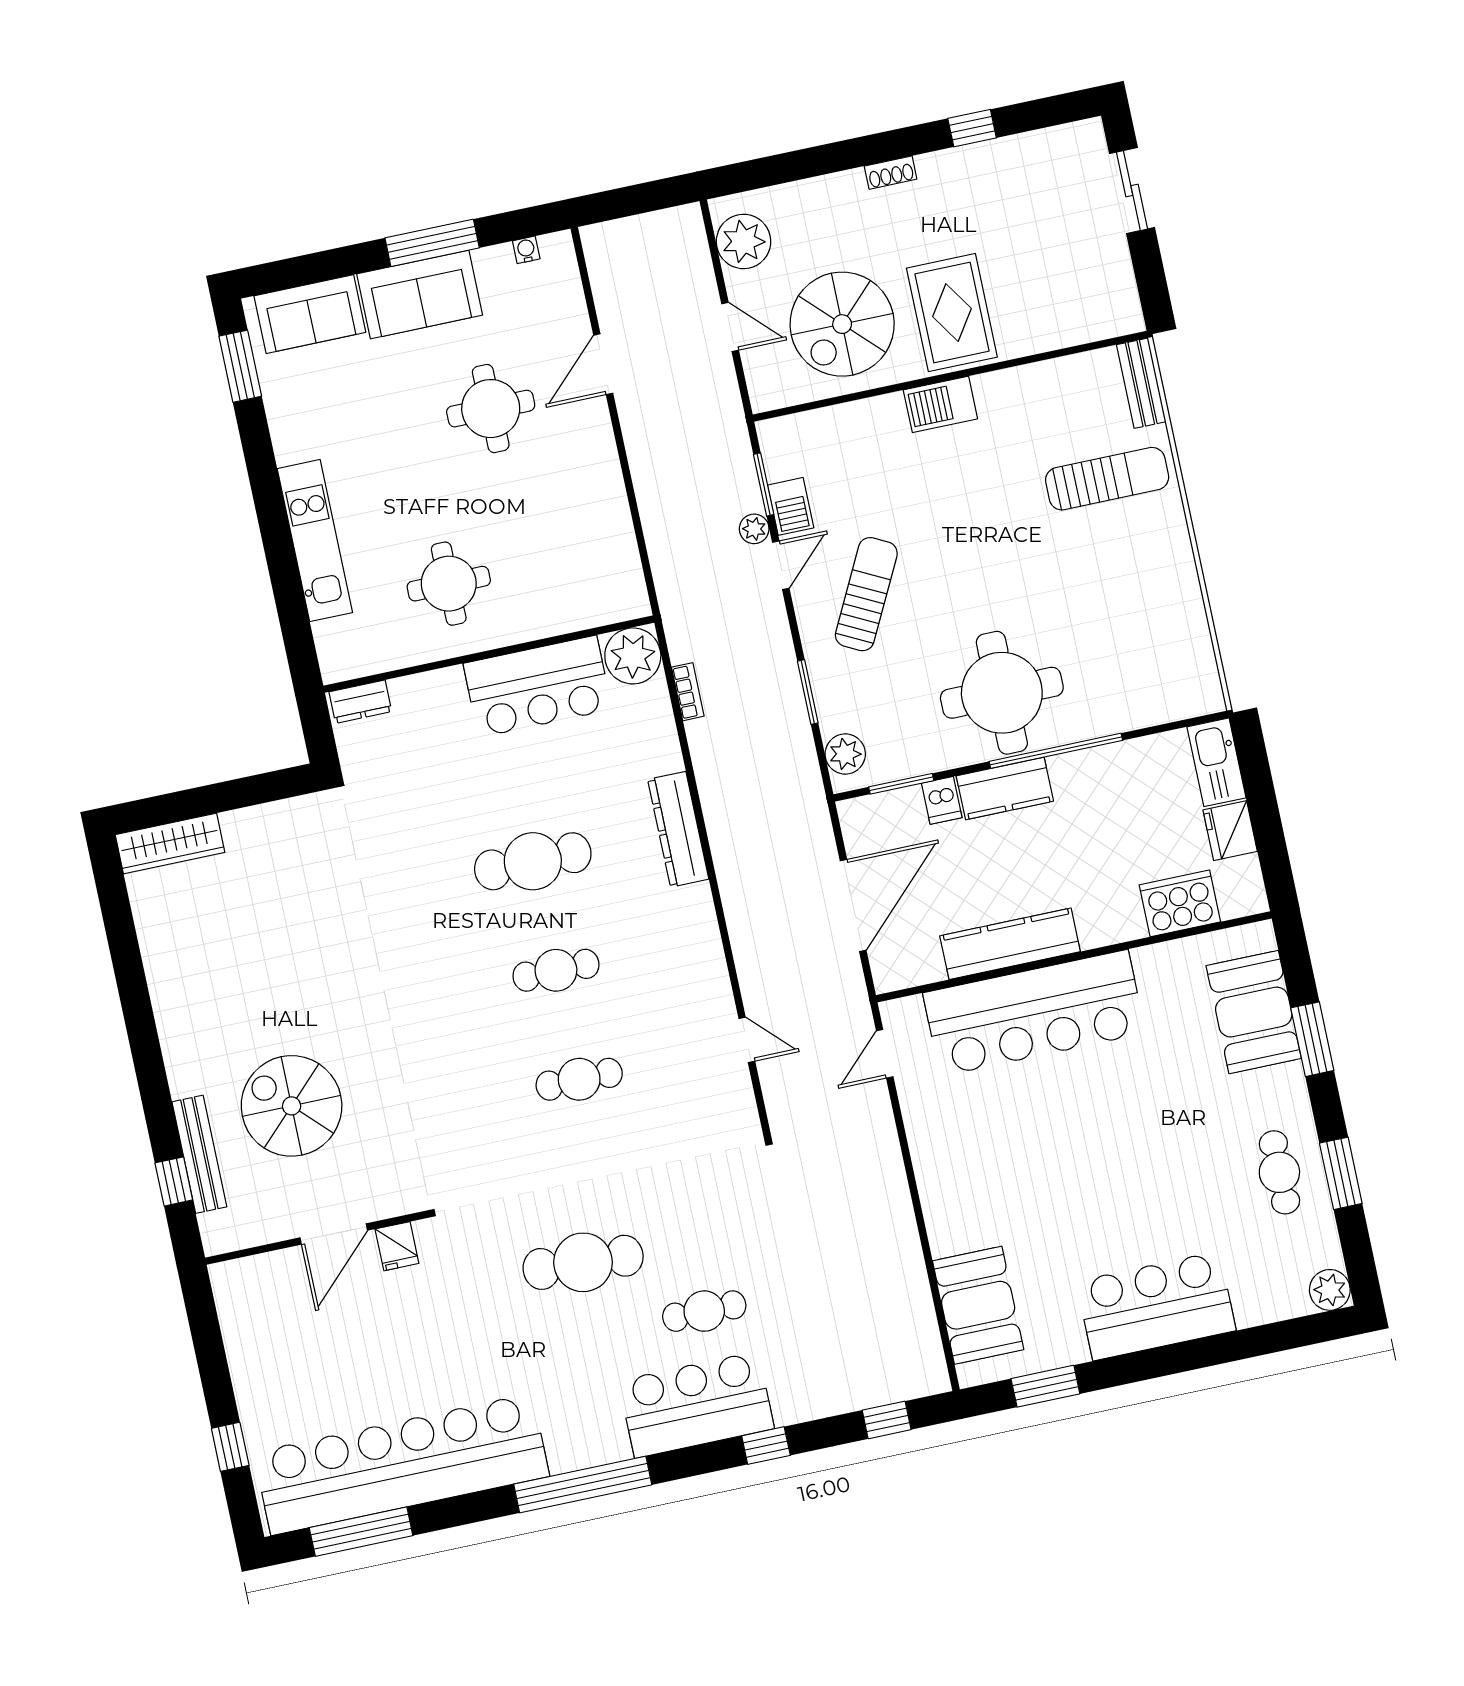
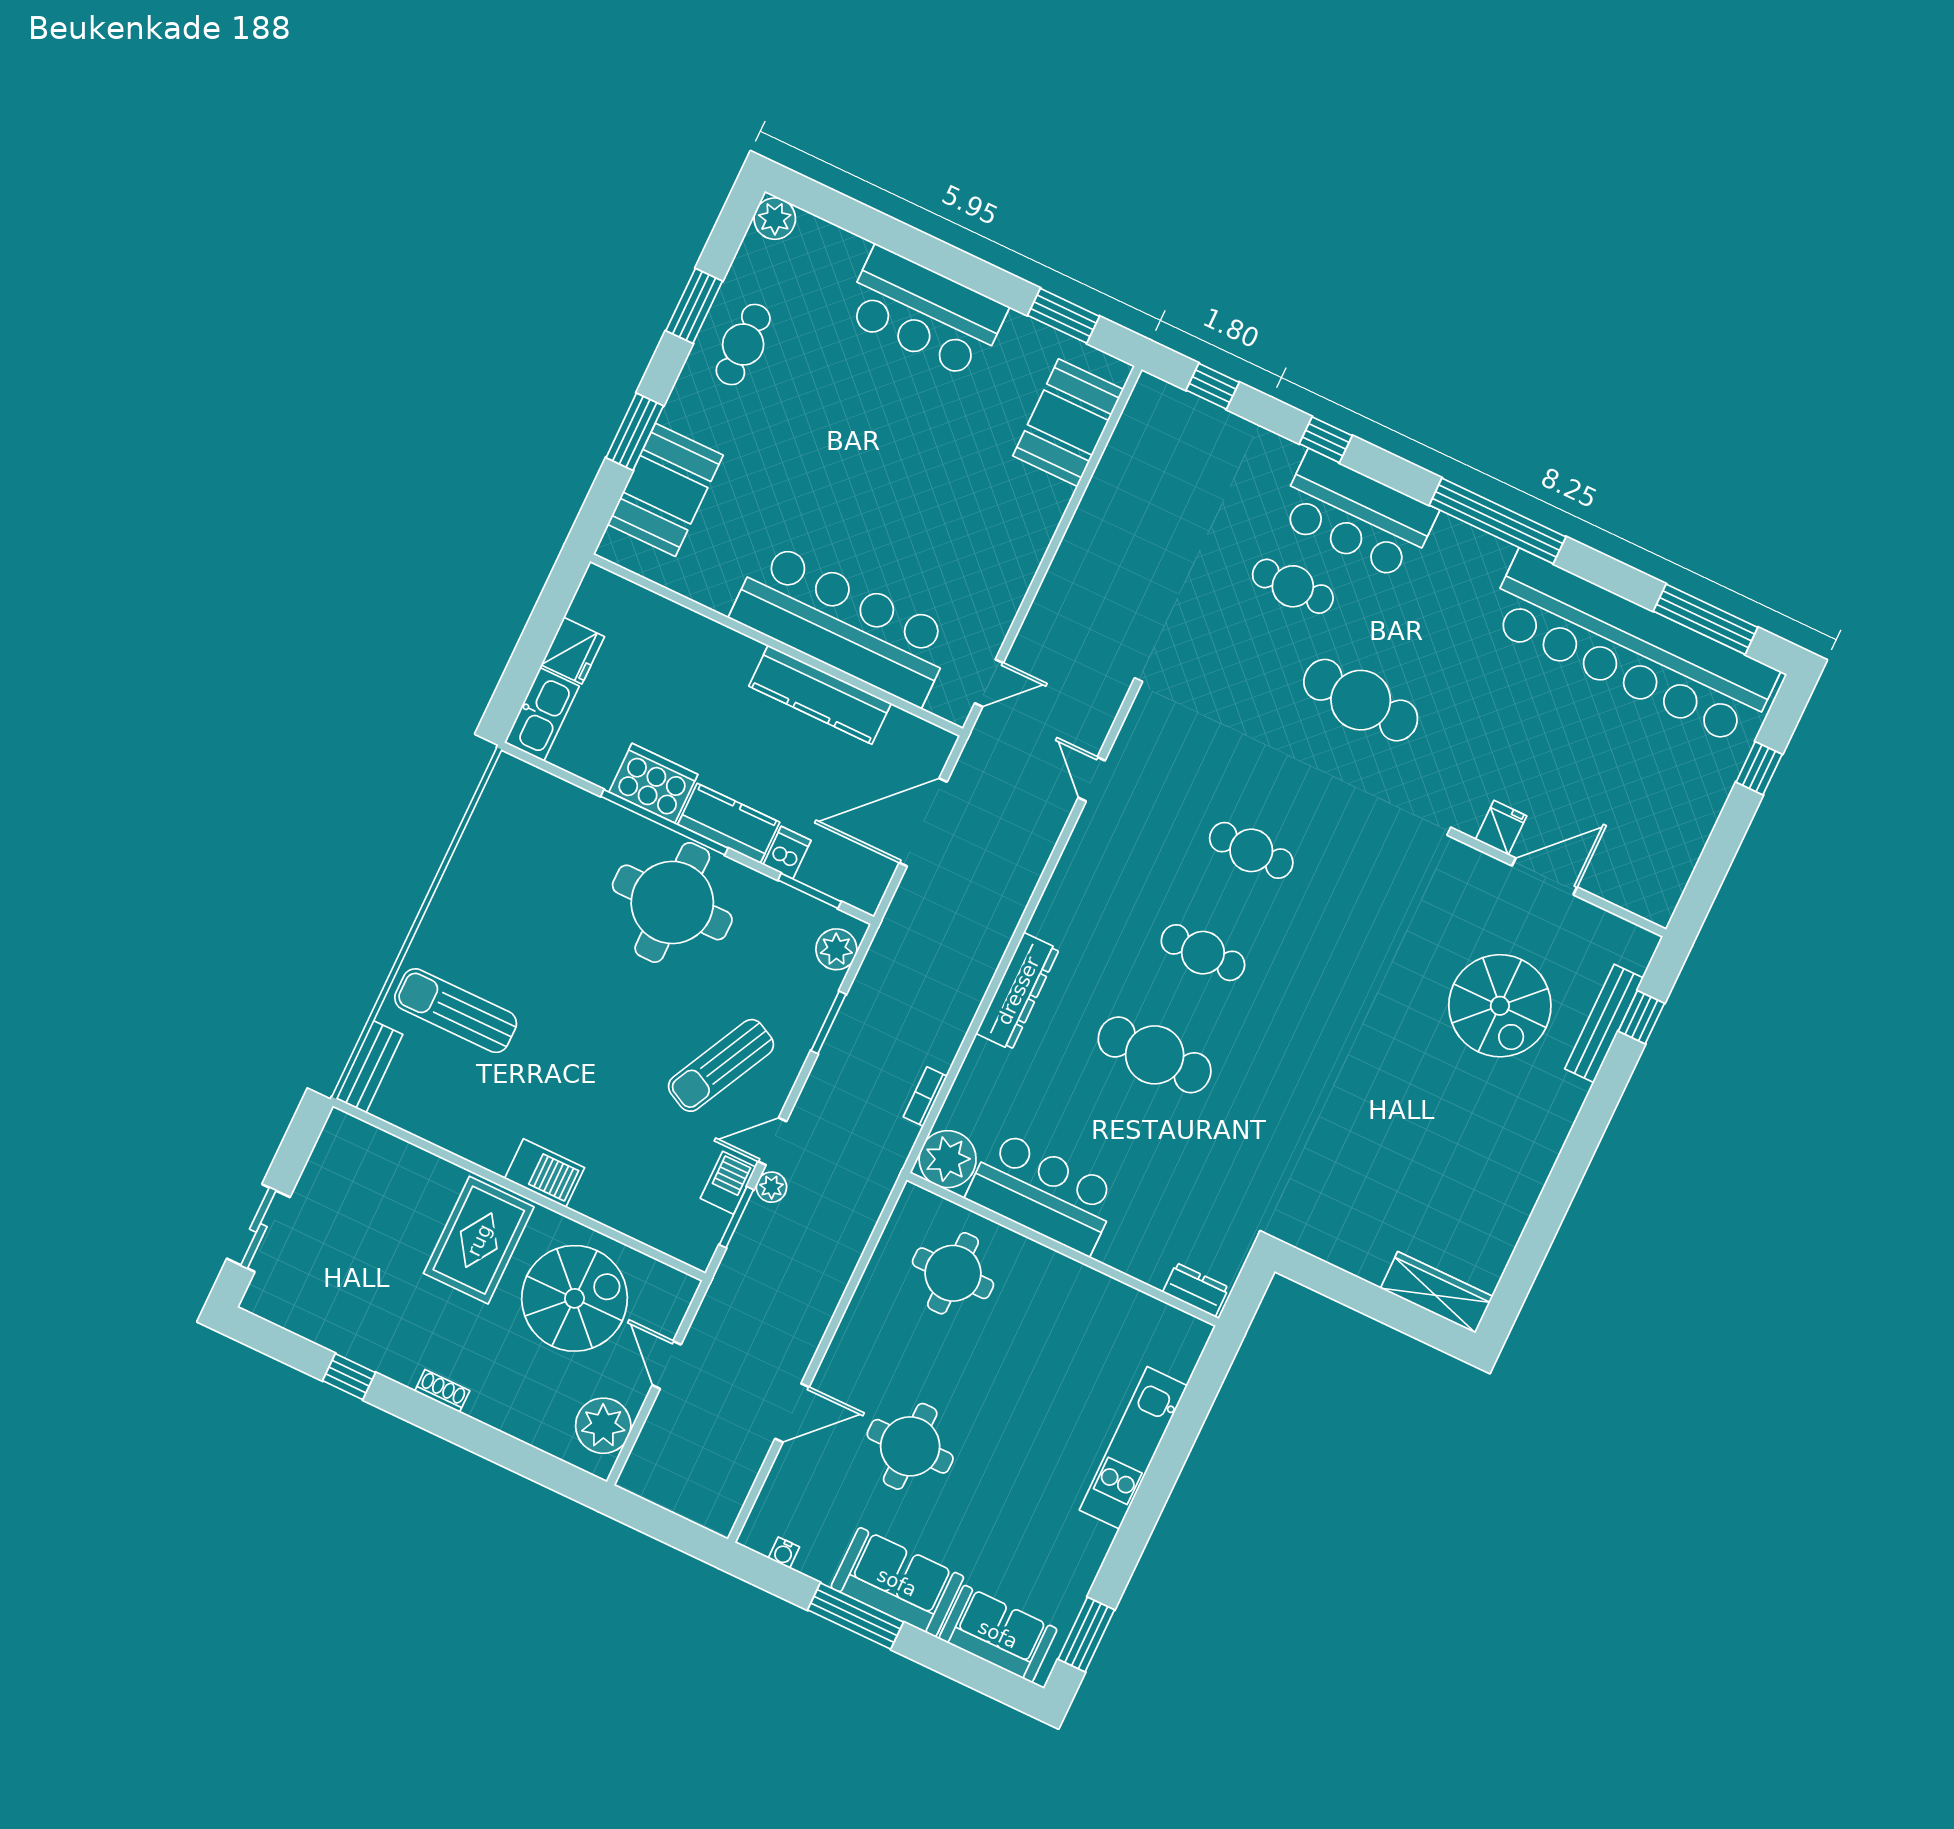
round table: (449, 584) -> (953, 1273), moved
cooker: (1180, 903) -> (653, 783), moved, turned 180

